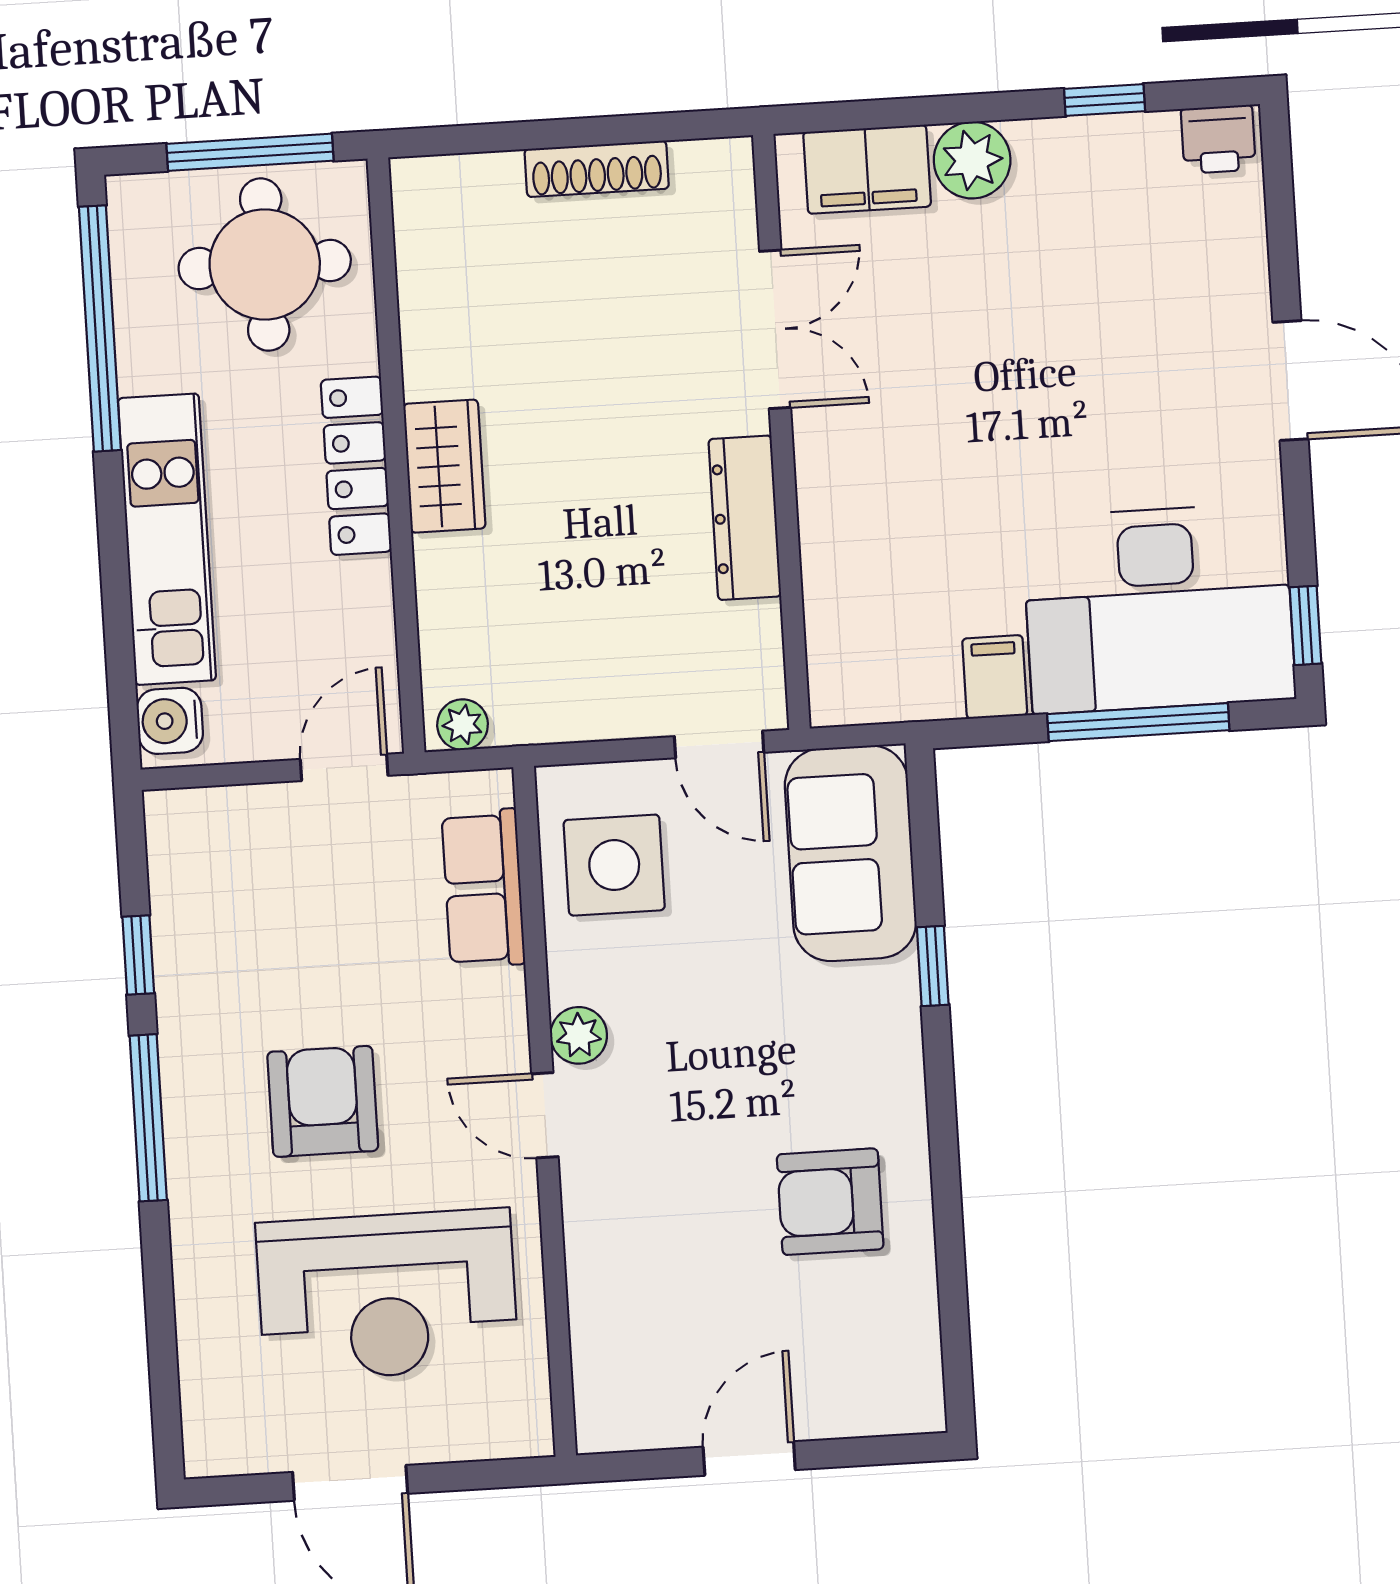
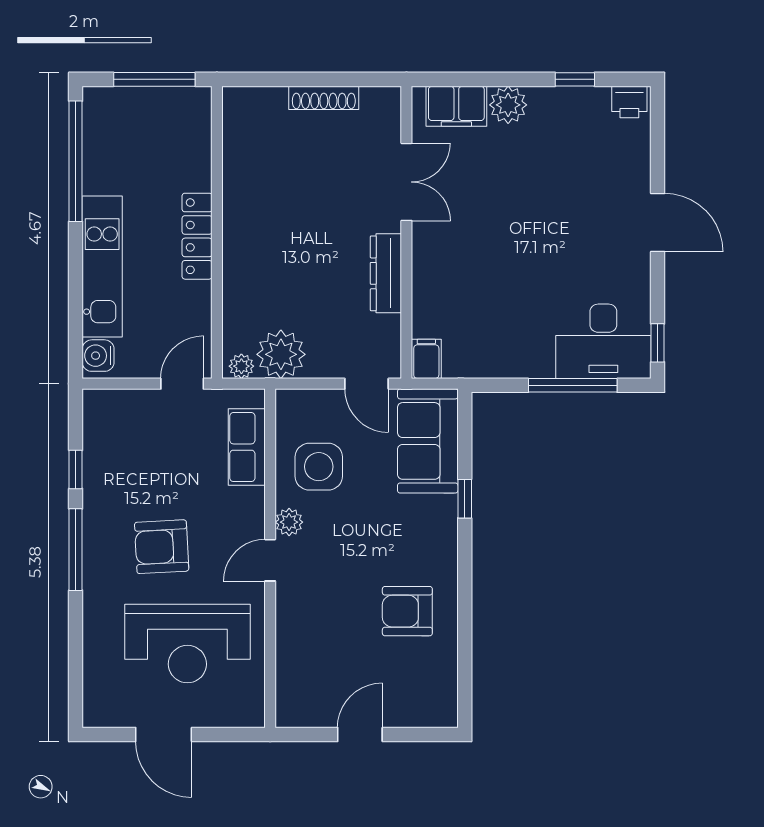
round table: (265, 265) -> (158, 135), removed
wardrobe: (444, 466) -> (240, 239), removed
desk: (1159, 608) -> (603, 341), width x0.73, depth x0.77
filing cabinet: (995, 677) -> (426, 359), moved
plant: (541, 695) -> (281, 354), added
side table: (614, 865) -> (319, 467), moved
armchair: (323, 1101) -> (162, 547), turned -93
door: (545, 1115) -> (270, 560), hinge flipped

